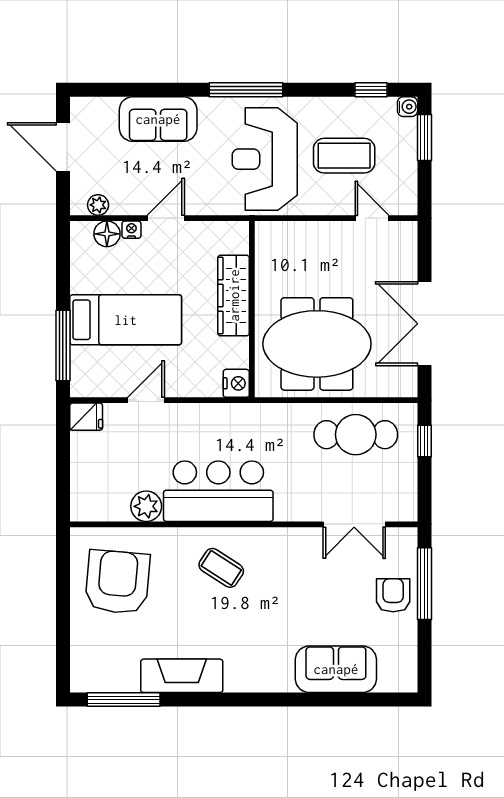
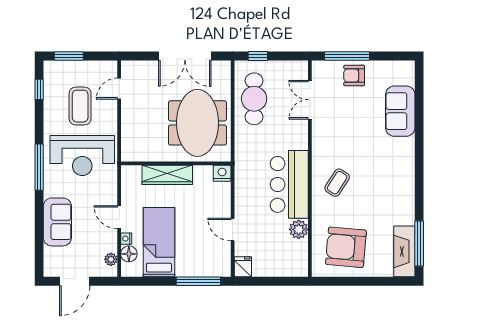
water cooler: (408, 107) -> (50, 66), removed
bed: (126, 320) -> (159, 242), moved
double door: (354, 524) -> (310, 100), swing flipped
fireplace: (182, 676) -> (404, 251), moved

